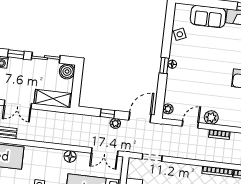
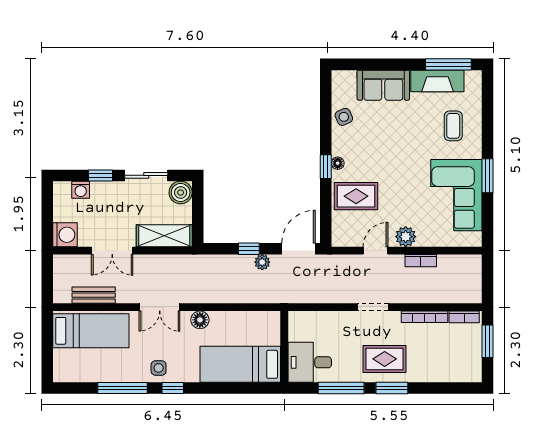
rug: (182, 87) -> (356, 196), added
plant: (168, 109) -> (339, 231), removed
double door: (105, 152) -> (160, 307), moved
doorway: (152, 157) -> (373, 307), moved

